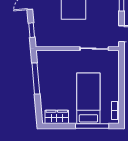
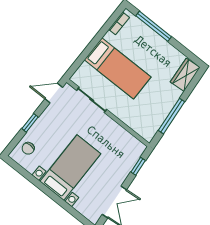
bed: (88, 98) -> (118, 68), moved, turned -90
wardrobe: (57, 117) -> (185, 75), moved, turned 85

